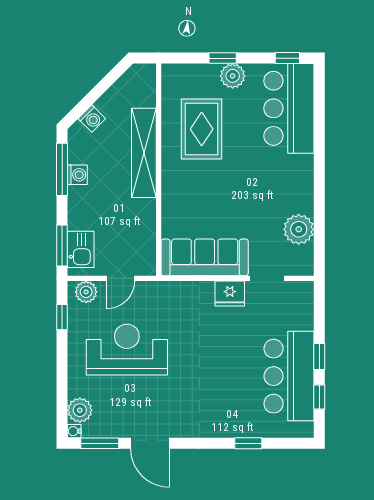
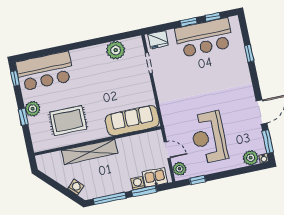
washing machine: (77, 175) -> (138, 183), moved
window: (62, 245) -> (144, 191), moved
sofa: (205, 257) -> (132, 121), moved, turned 90
fridge: (230, 294) -> (158, 40), moved, turned 90

